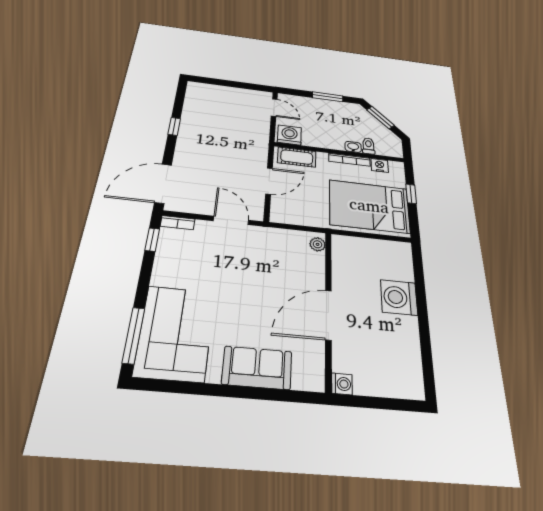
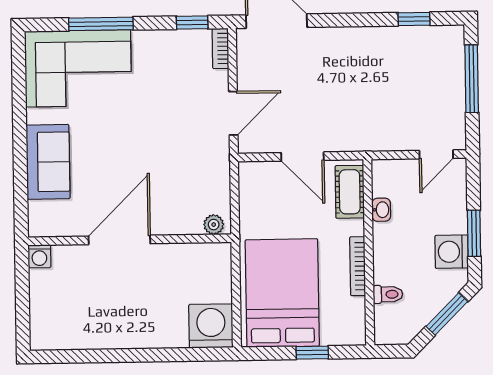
window: (225, 83) -> (472, 79), added
window: (174, 126) -> (414, 19), moved
washing machine: (289, 135) -> (452, 252), moved, turned 180
washbasin: (353, 147) -> (381, 210), moved
nightstand: (380, 165) -> (355, 310), removed
washing machine: (399, 297) -> (211, 326), moved
door: (328, 315) -> (119, 240), hinge flipped
window: (134, 335) -> (101, 24), moved

